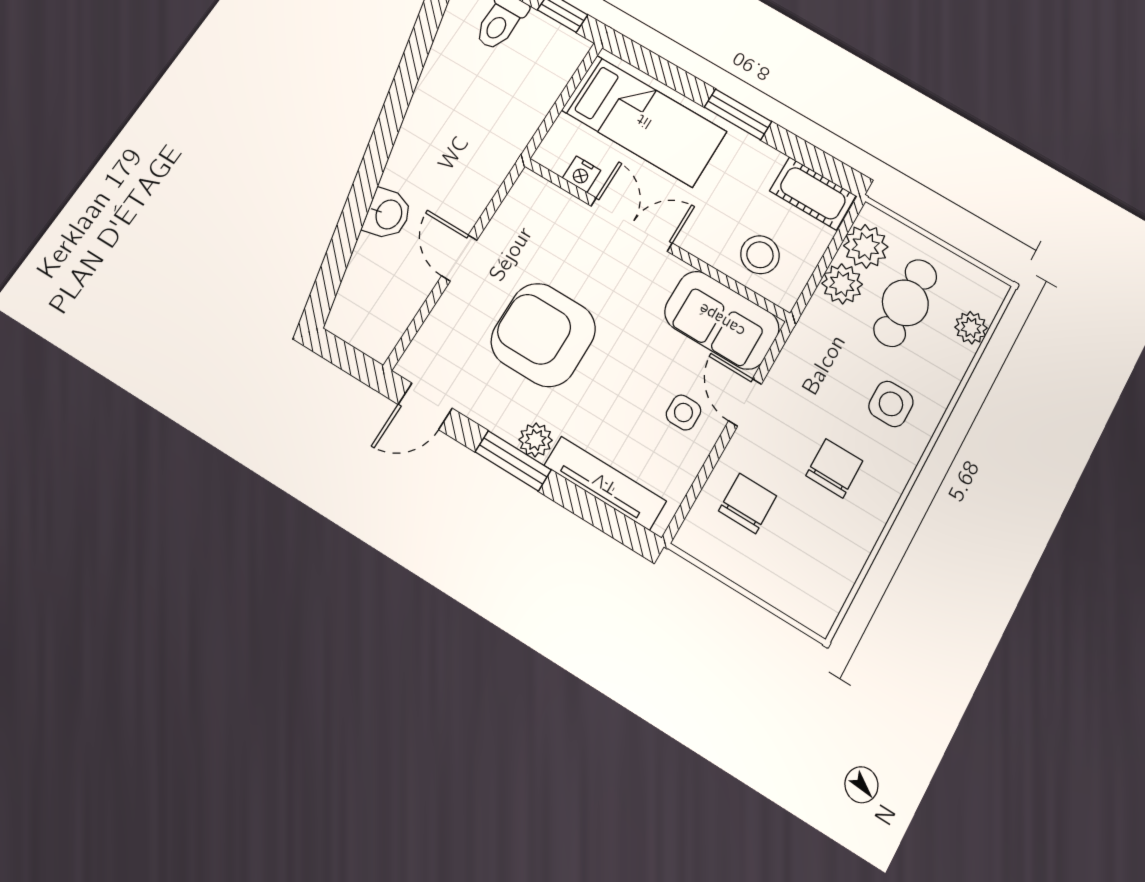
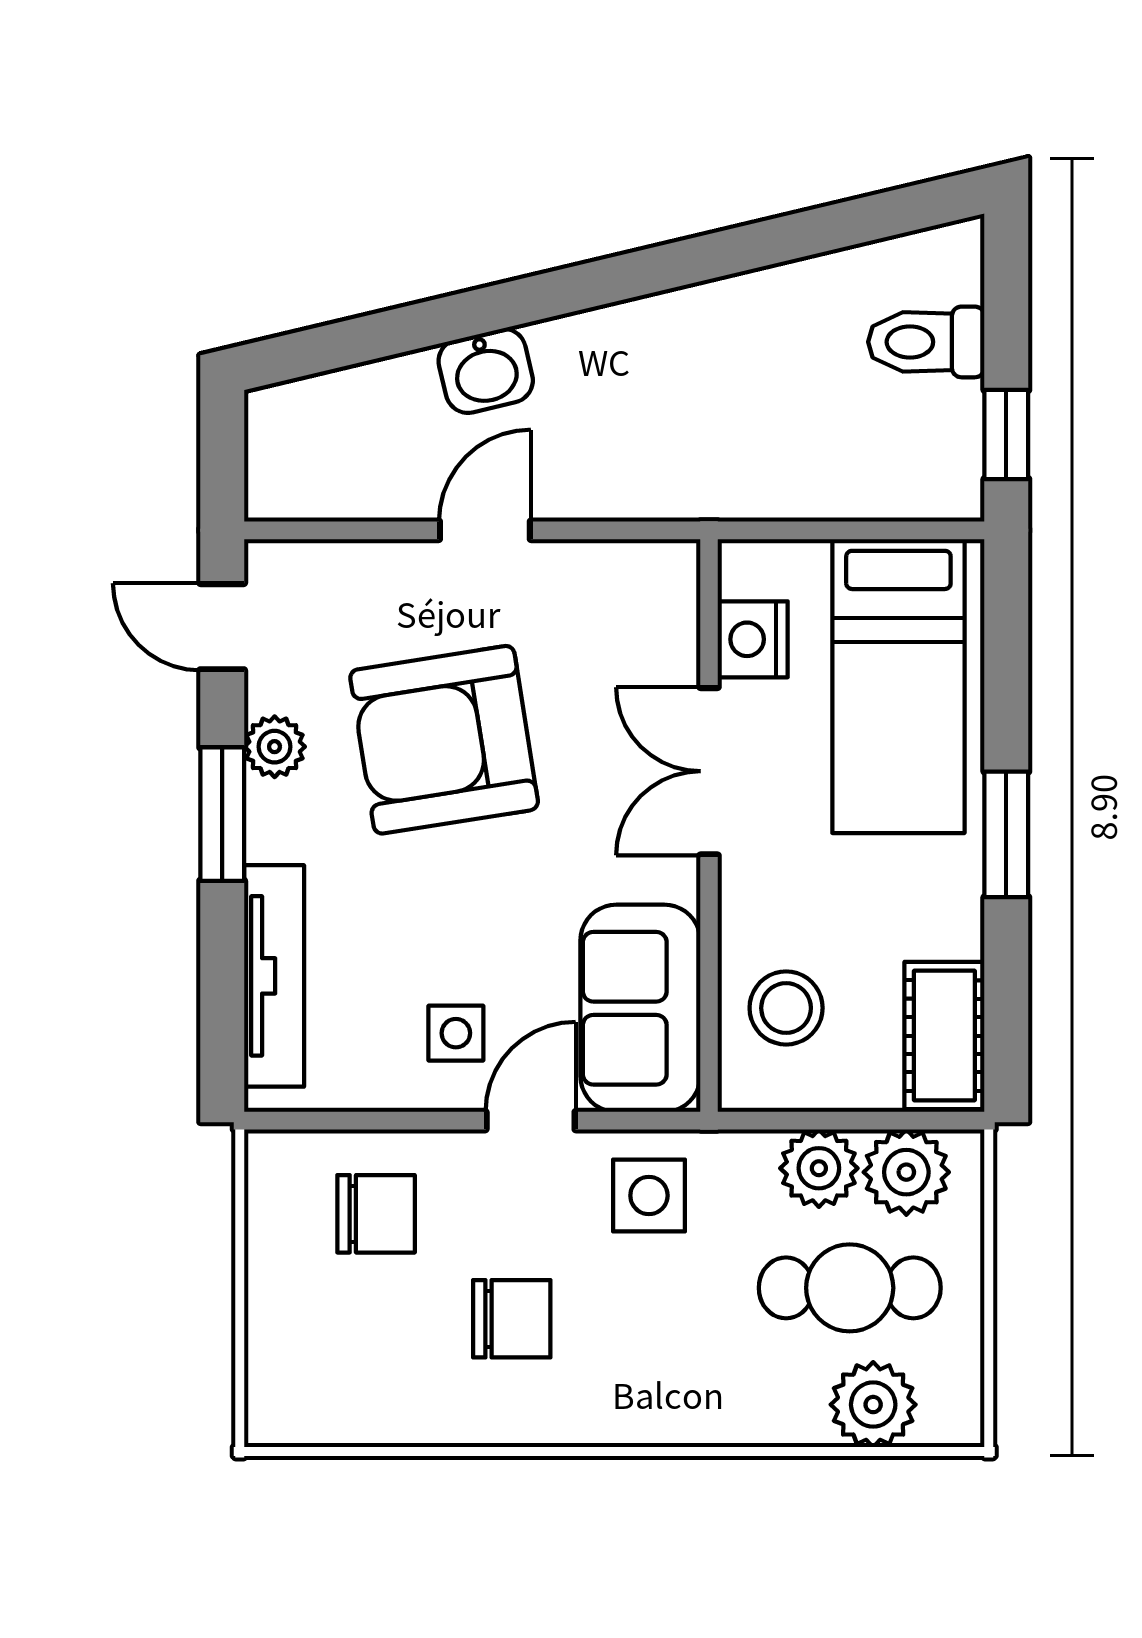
nightstand: (582, 174) -> (753, 639), width x1.39, depth x1.35
double door: (632, 225) -> (709, 771), swing flipped
plant: (971, 328) -> (873, 1405), width x1.38, depth x1.38
armchair: (543, 335) -> (444, 740), turned -99
side table: (891, 404) -> (649, 1196), moved
plant: (536, 440) -> (275, 747), moved

